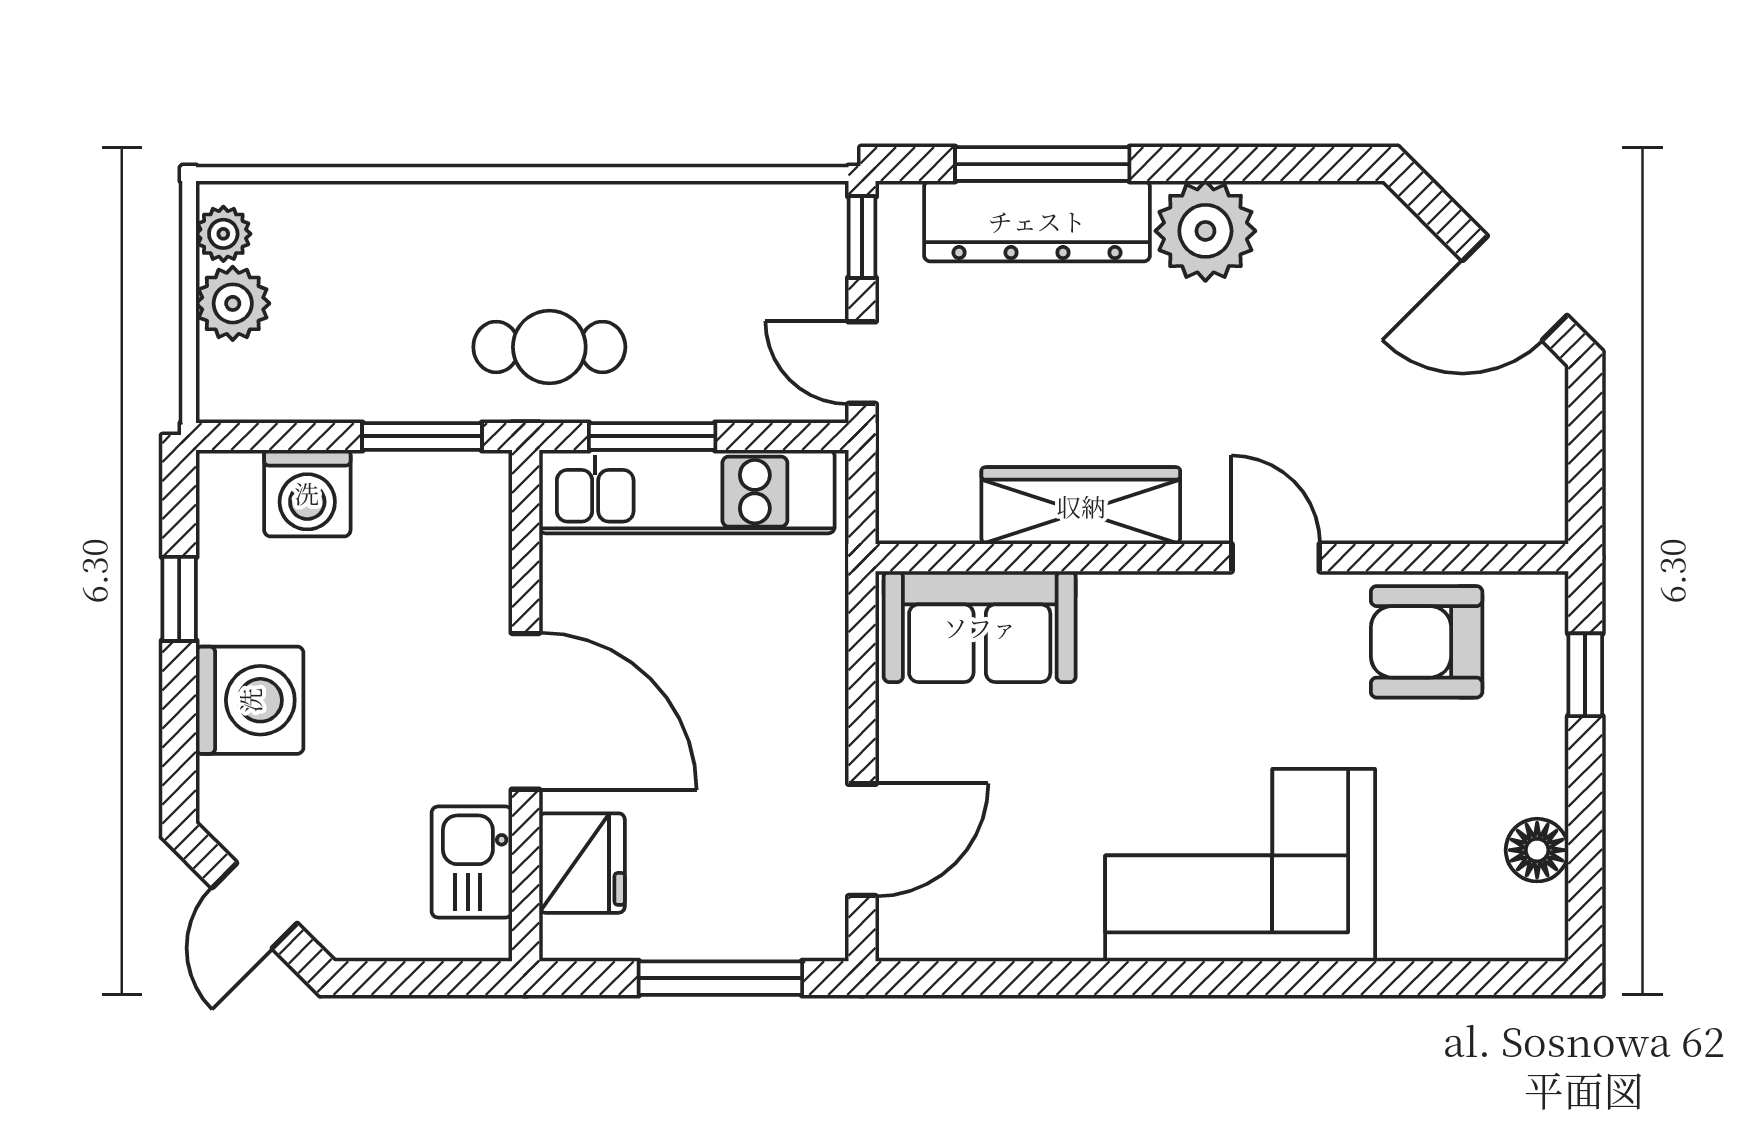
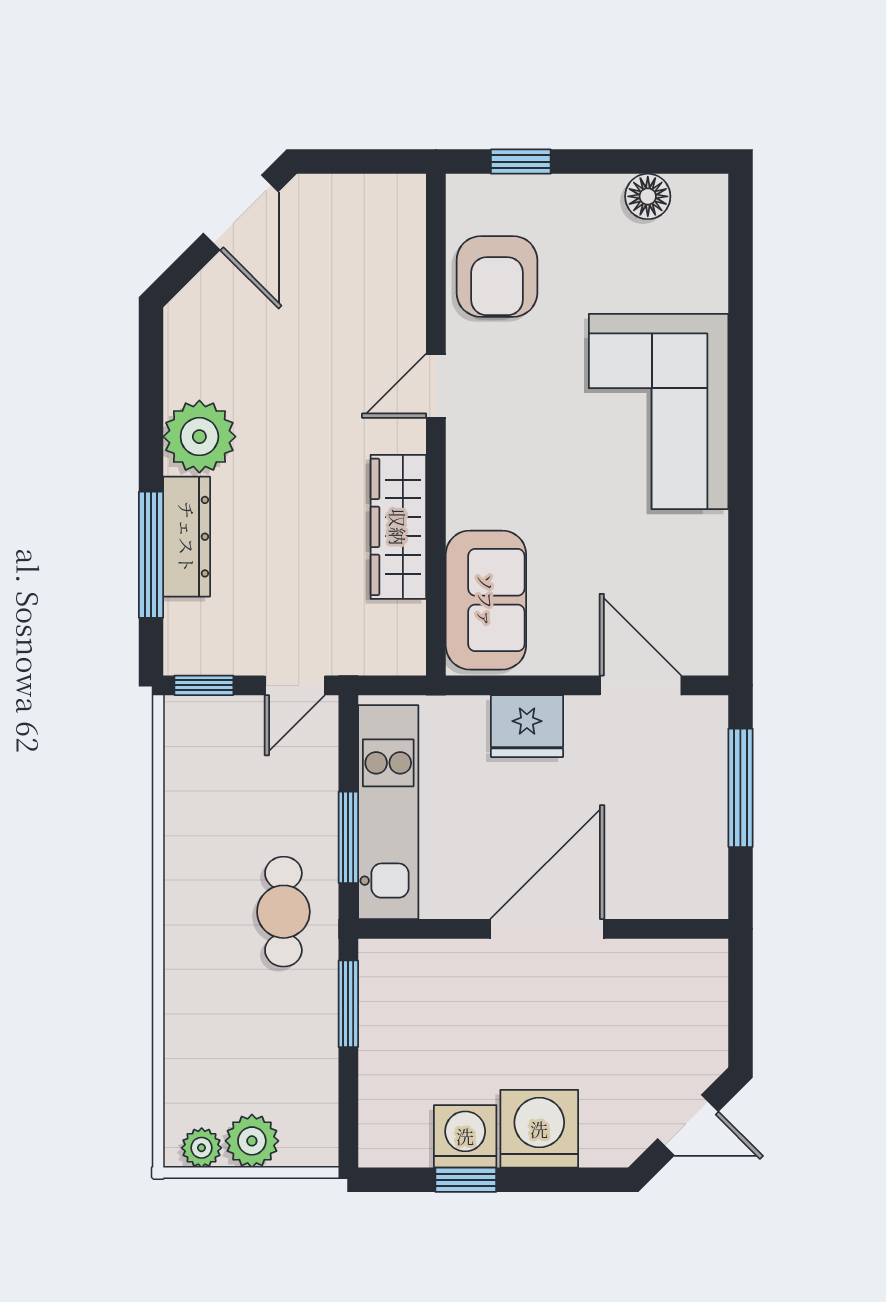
dresser: (1037, 221) -> (187, 537), width x0.73, depth x0.80
washing machine: (307, 493) -> (465, 1136), moved, turned -90
kitchen sink: (472, 862) -> (656, 968), removed
fridge: (582, 863) -> (527, 726), moved, turned 180

